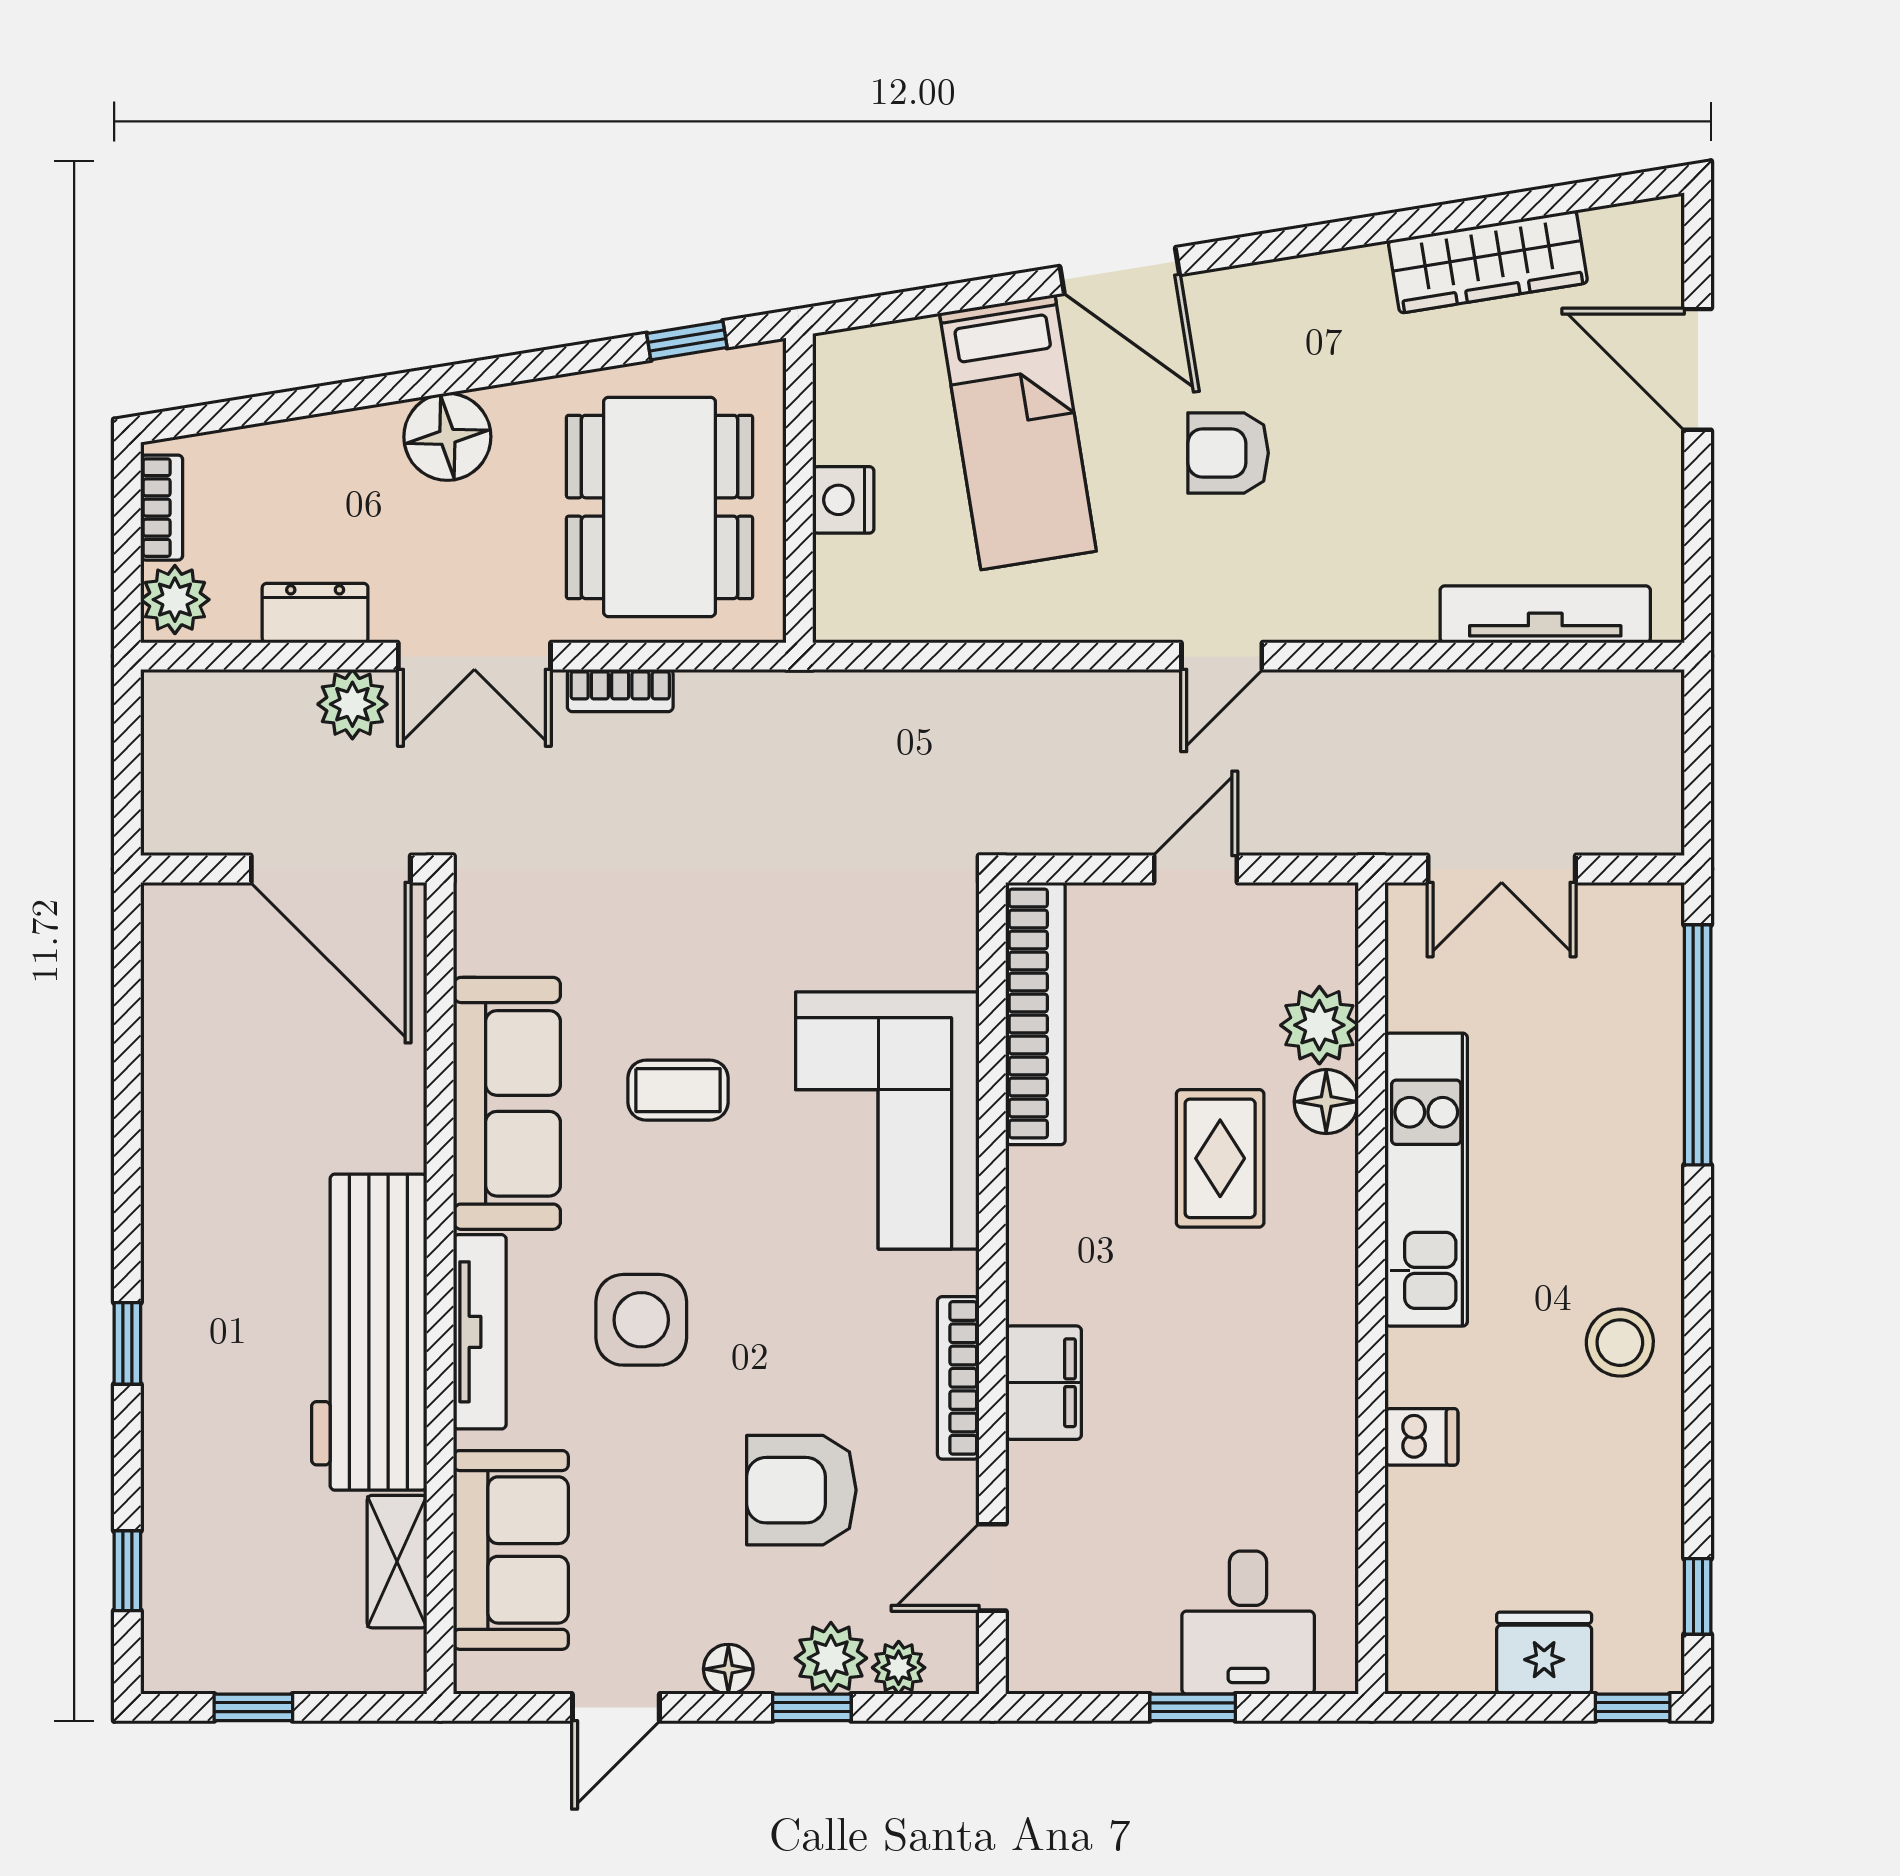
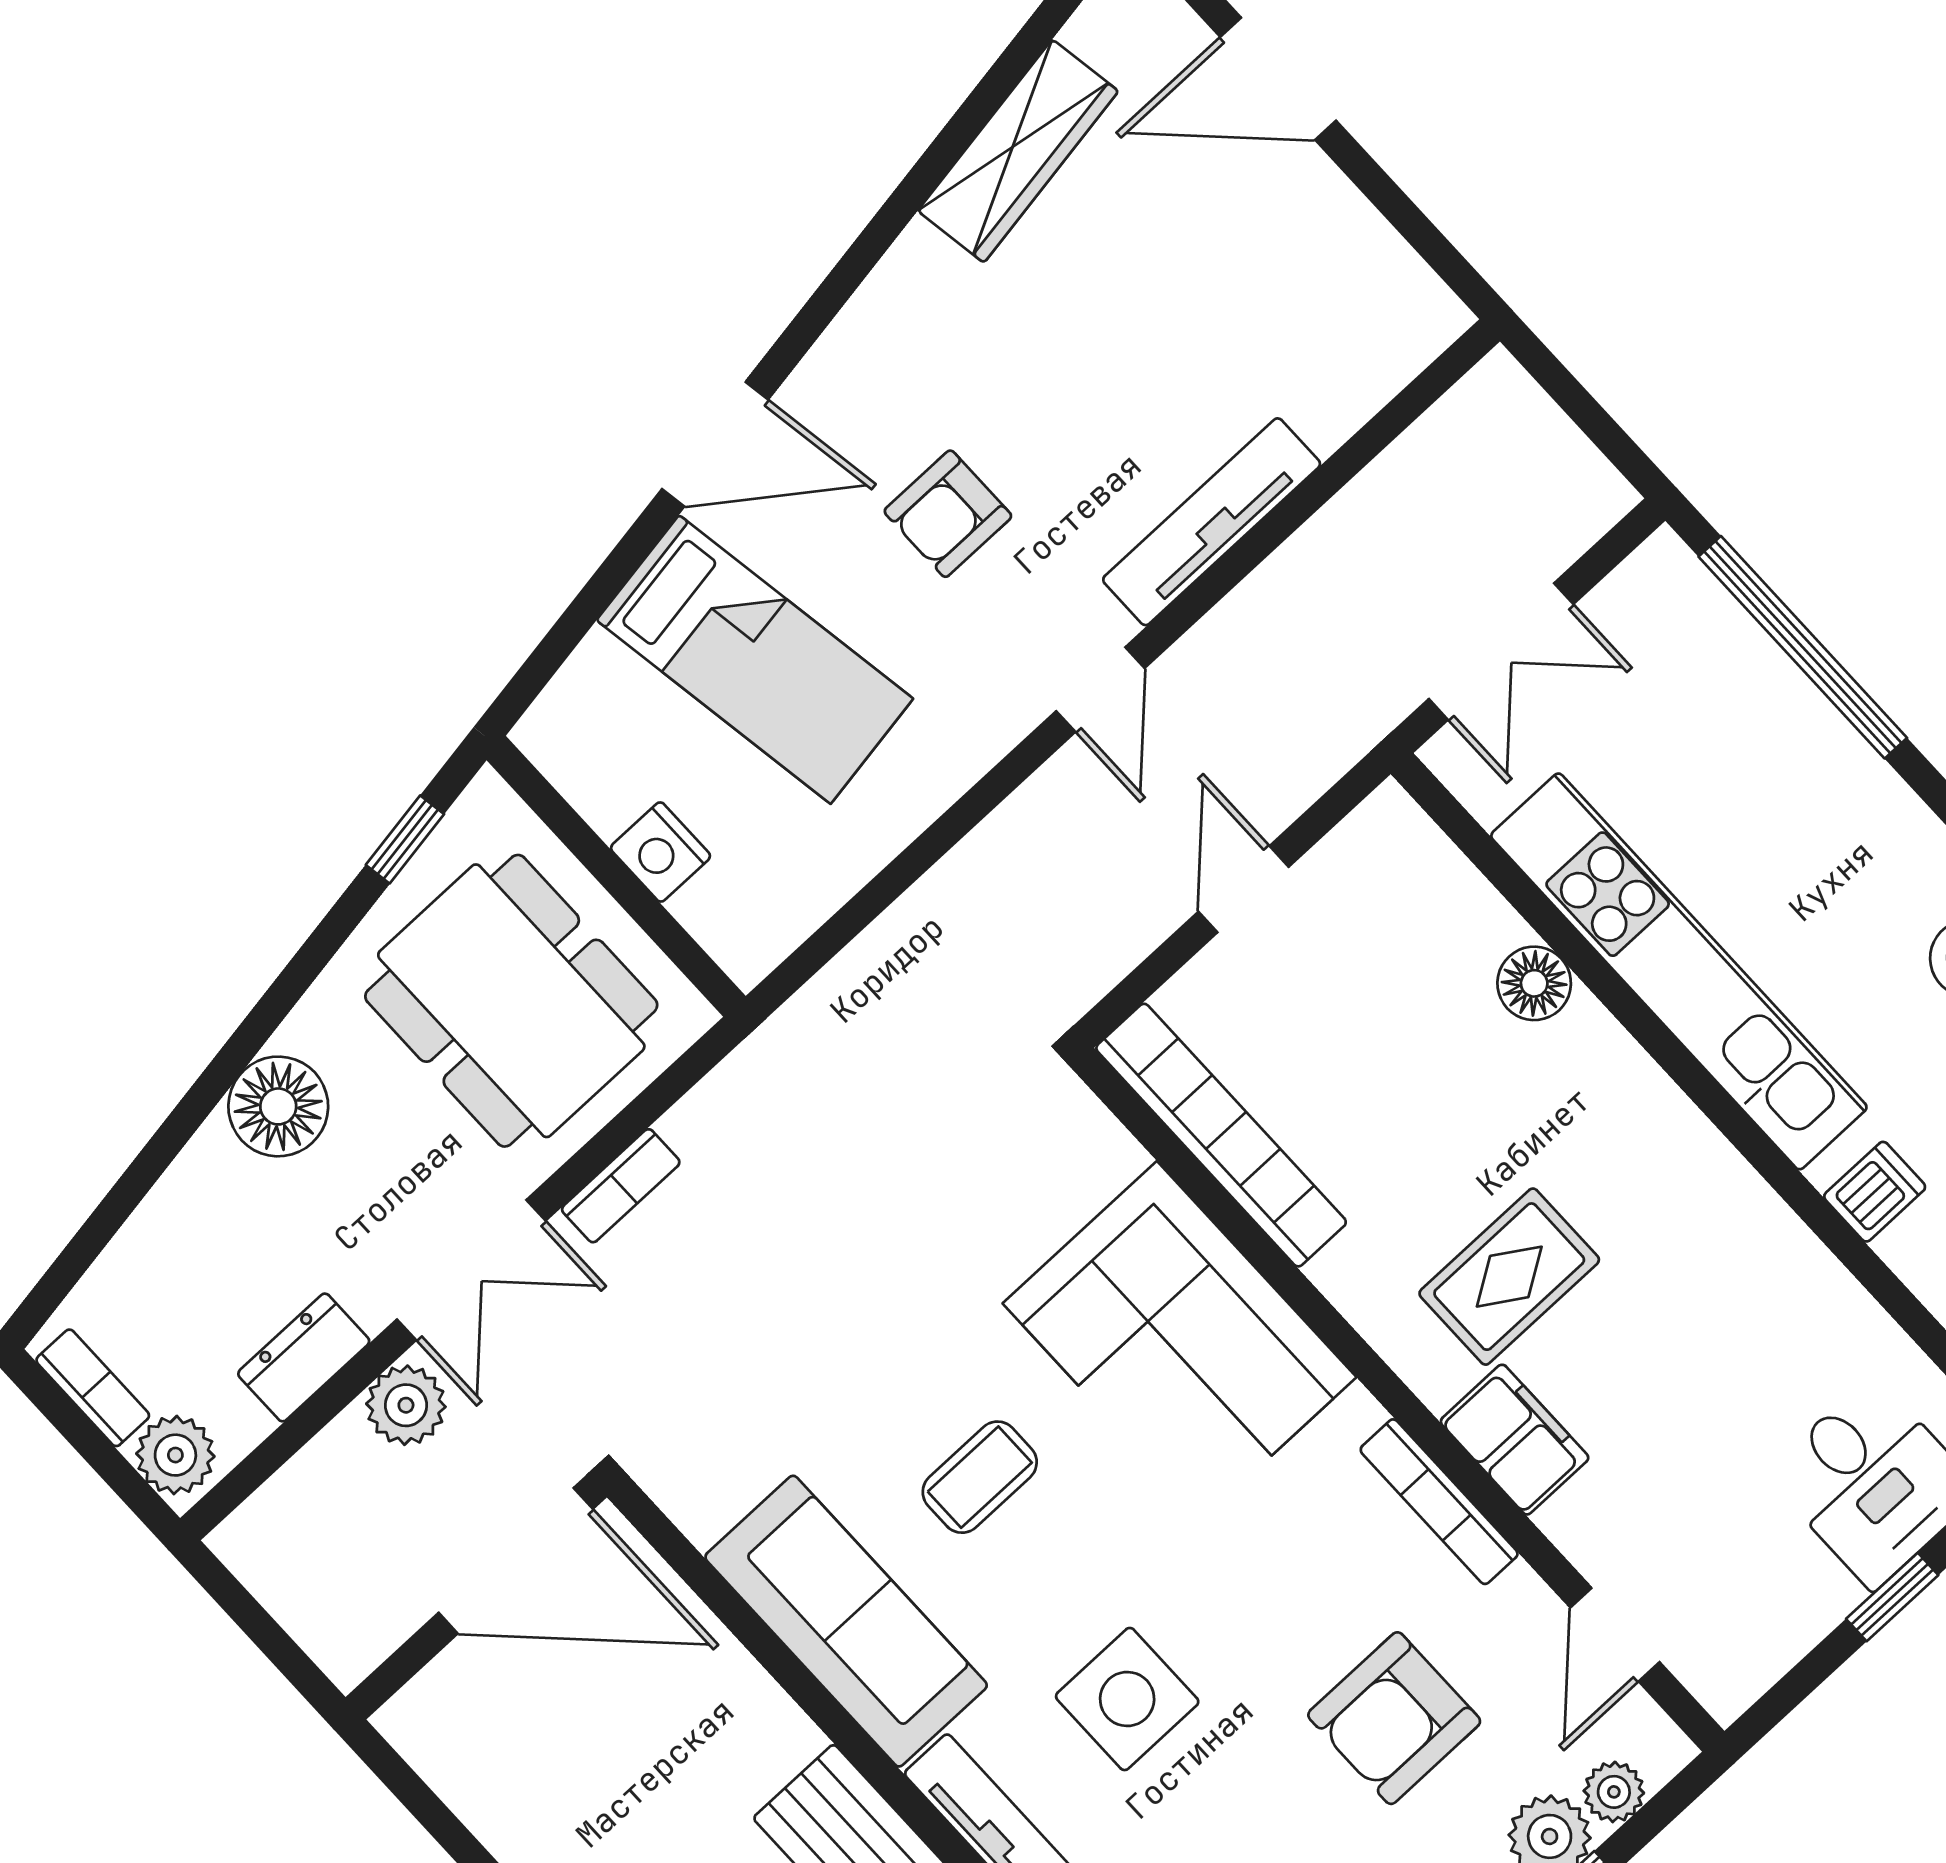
tv unit: (1545, 614) -> (1212, 522), moved
plant: (1319, 1025) -> (1469, 924), removed
rug: (1220, 1158) -> (1509, 1277), moved, turned 90
kitchen unit: (1426, 1180) -> (1679, 971), width x1.36

